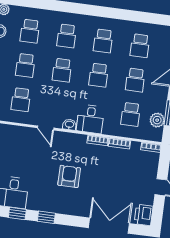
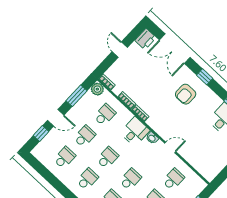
plant: (157, 120) -> (97, 89), moved
door: (46, 128) -> (170, 147), hinge flipped
armchair: (69, 176) -> (186, 94), moved
window: (46, 217) -> (205, 77), moved

